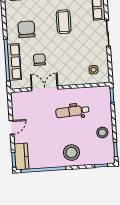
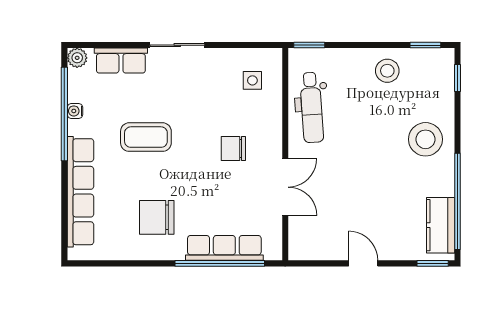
chair: (39, 60) -> (233, 149), moved
double door: (45, 88) -> (285, 187), swing flipped
dental chair: (72, 111) -> (312, 107), moved
kitchen counter: (21, 157) -> (441, 225), moved, turned -90

